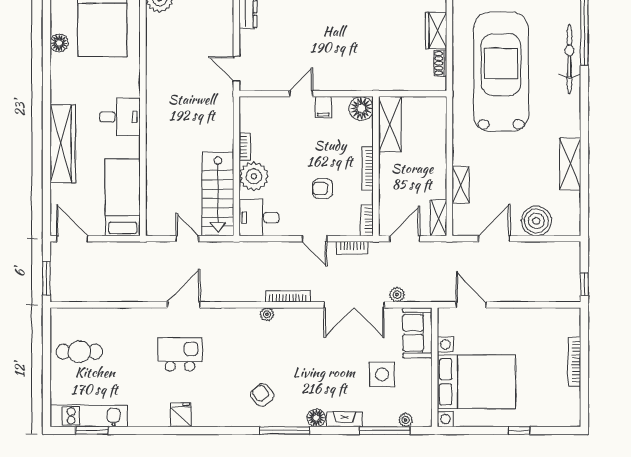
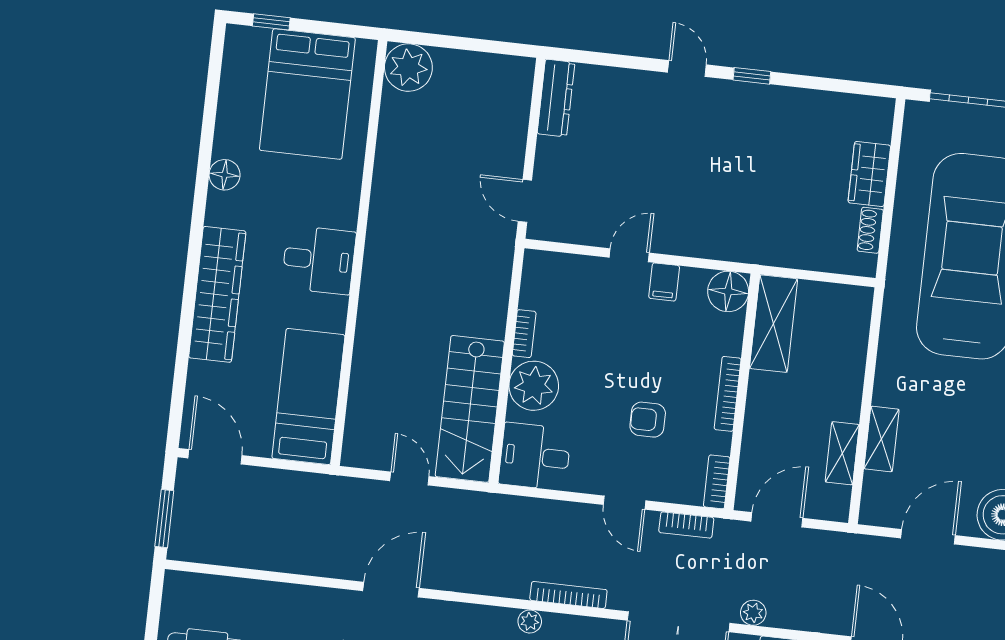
floor lamp: (59, 43) -> (225, 175), moved
shelving: (439, 218) -> (842, 453), moved

